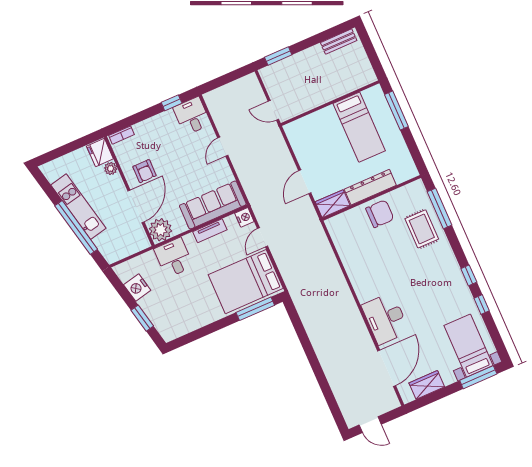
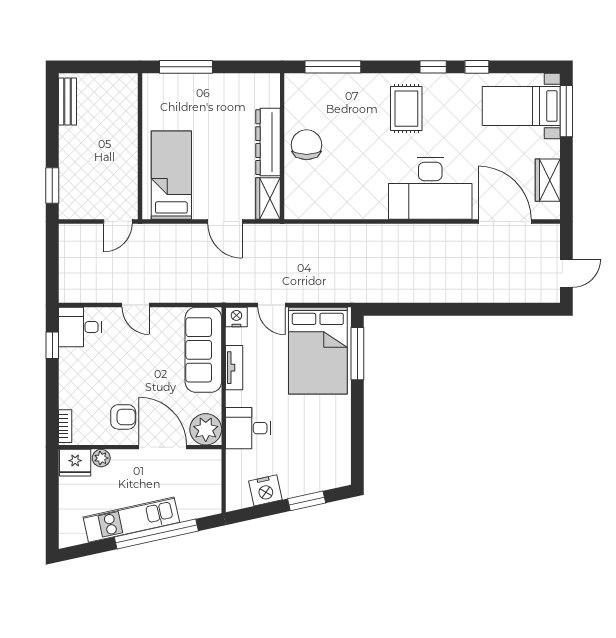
bed: (359, 127) -> (171, 175), moved, turned -90
rug: (422, 229) -> (406, 109), moved, turned 90
desk: (385, 318) -> (430, 188), width x1.36, depth x1.30

